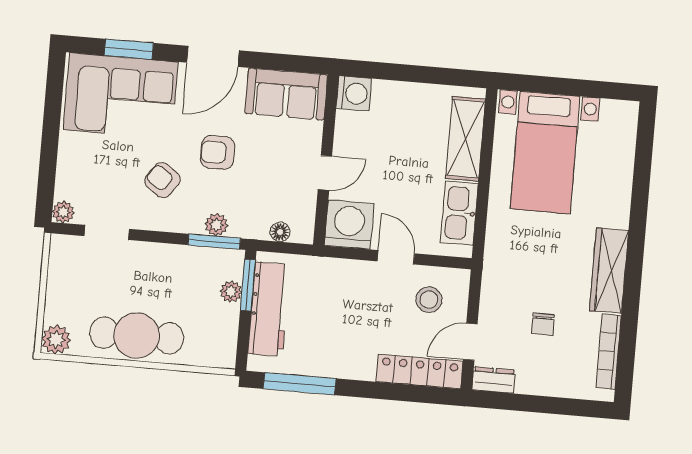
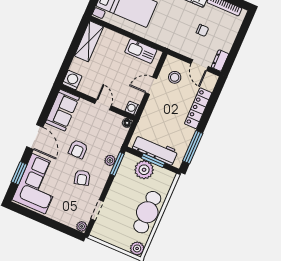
shelving: (466, 139) -> (89, 41), moved, turned 90
armchair: (163, 180) -> (82, 178), turned -50
washing machine: (349, 225) -> (132, 108), width x0.53, depth x0.53
floor lamp: (280, 232) -> (127, 123), moved
window: (248, 285) -> (153, 160), moved
plant: (231, 292) -> (144, 170), width x1.87, depth x1.87
locker: (420, 371) -> (198, 108), moved

